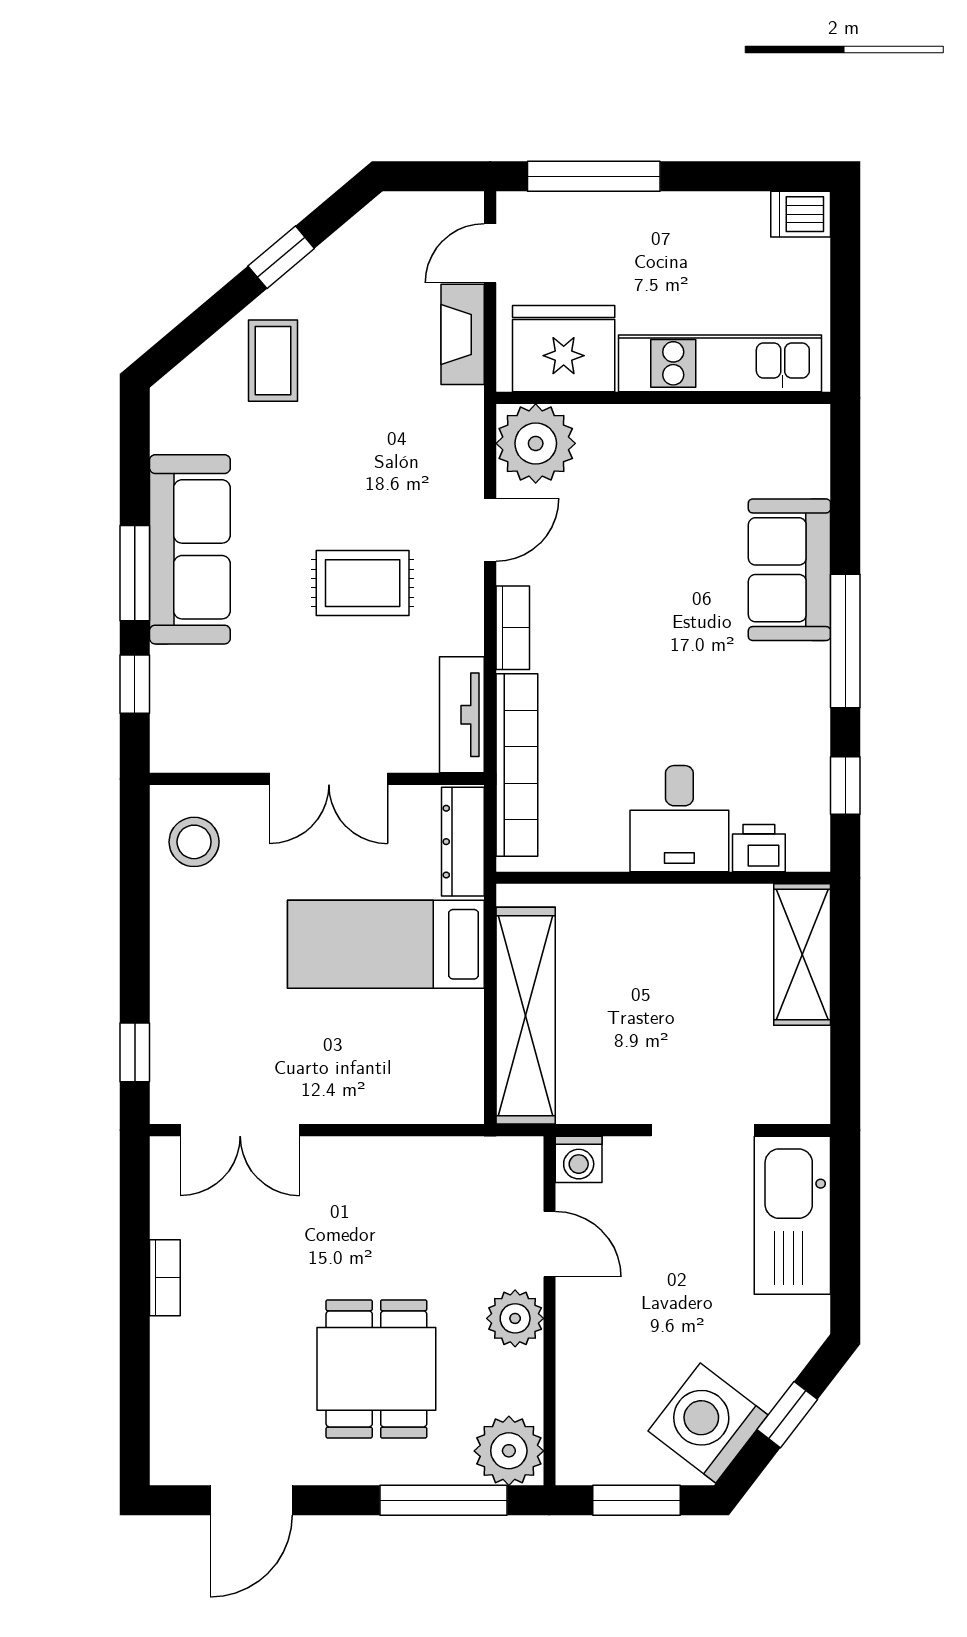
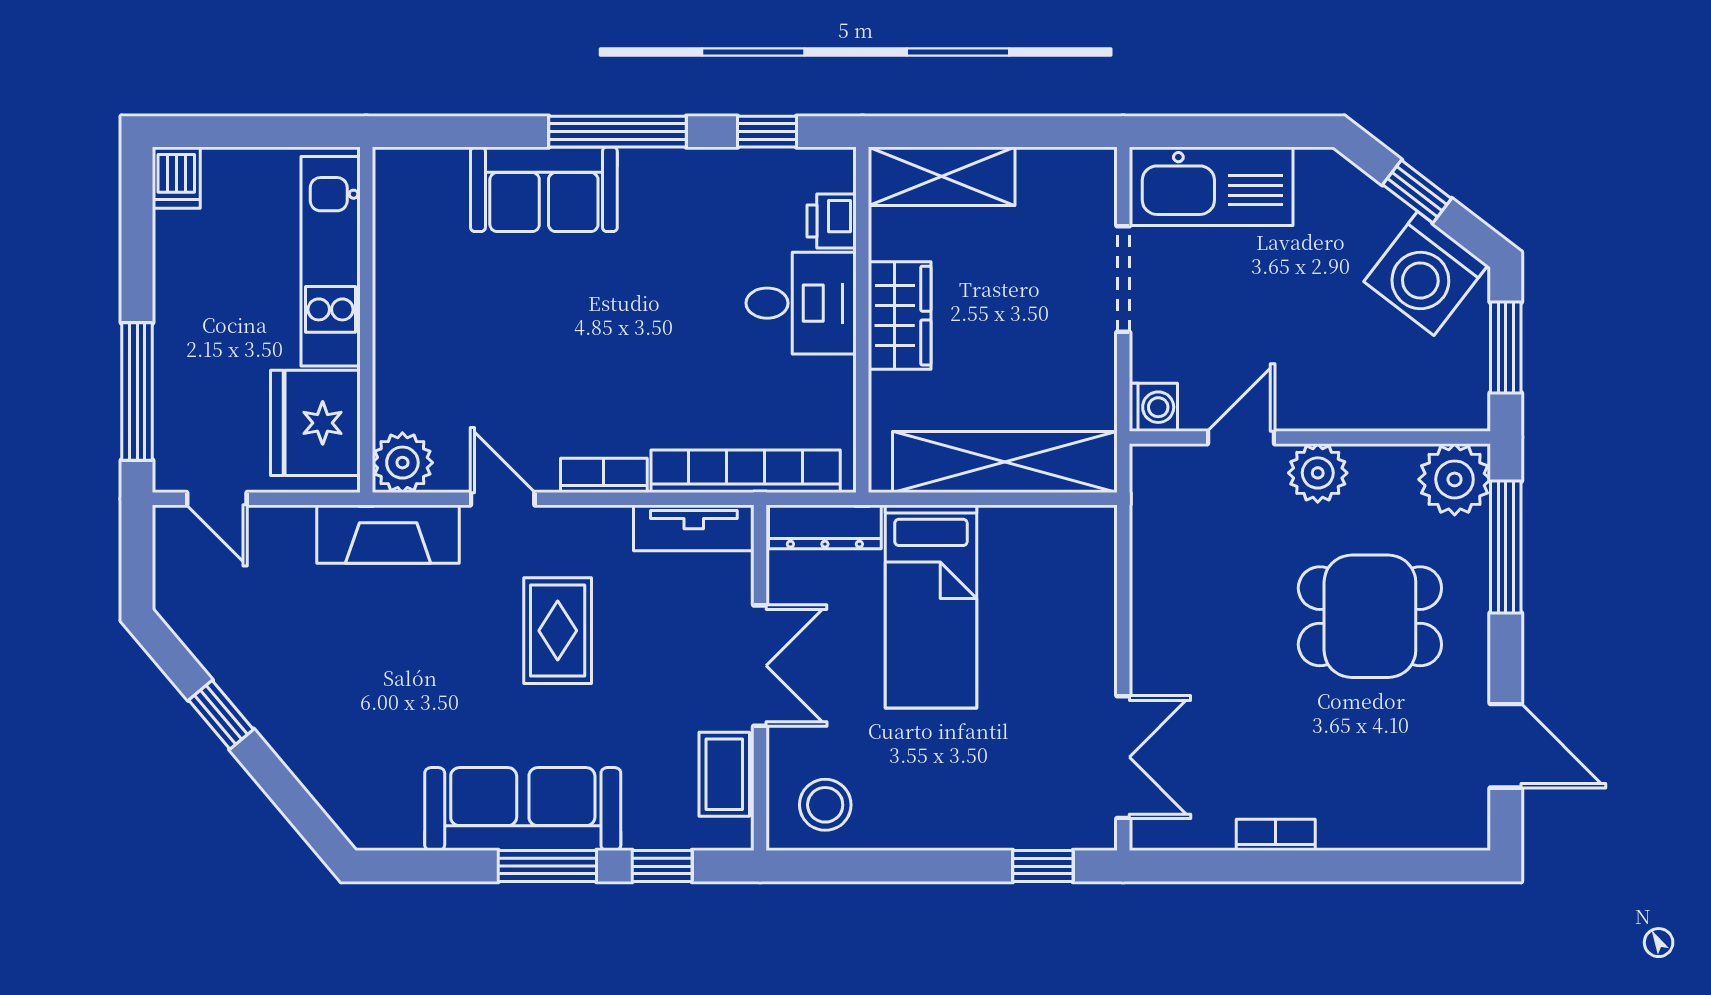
fireplace: (463, 334) -> (388, 534), moved, width x1.37, depth x1.32
coffee table: (273, 361) -> (724, 774), moved, turned 90
plant: (536, 443) -> (402, 463), width x0.73, depth x0.73
wardrobe: (667, 914) -> (900, 316), added

